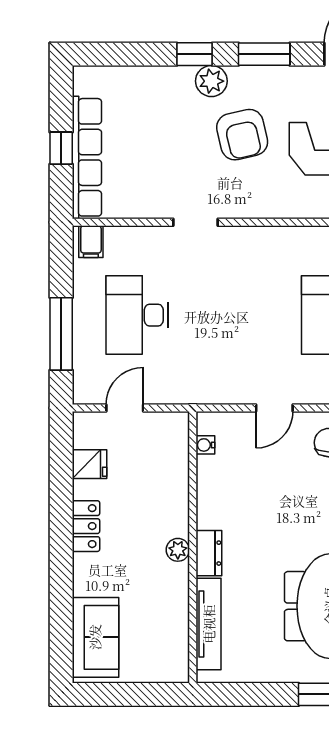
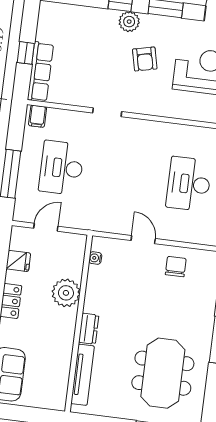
armchair: (242, 135) -> (145, 59), width x0.72, depth x0.72
row of seats: (87, 157) -> (40, 72), width x0.73
door: (274, 408) -> (143, 240), swing flipped
plant: (178, 550) -> (66, 293), moved, width x1.87, depth x1.87

